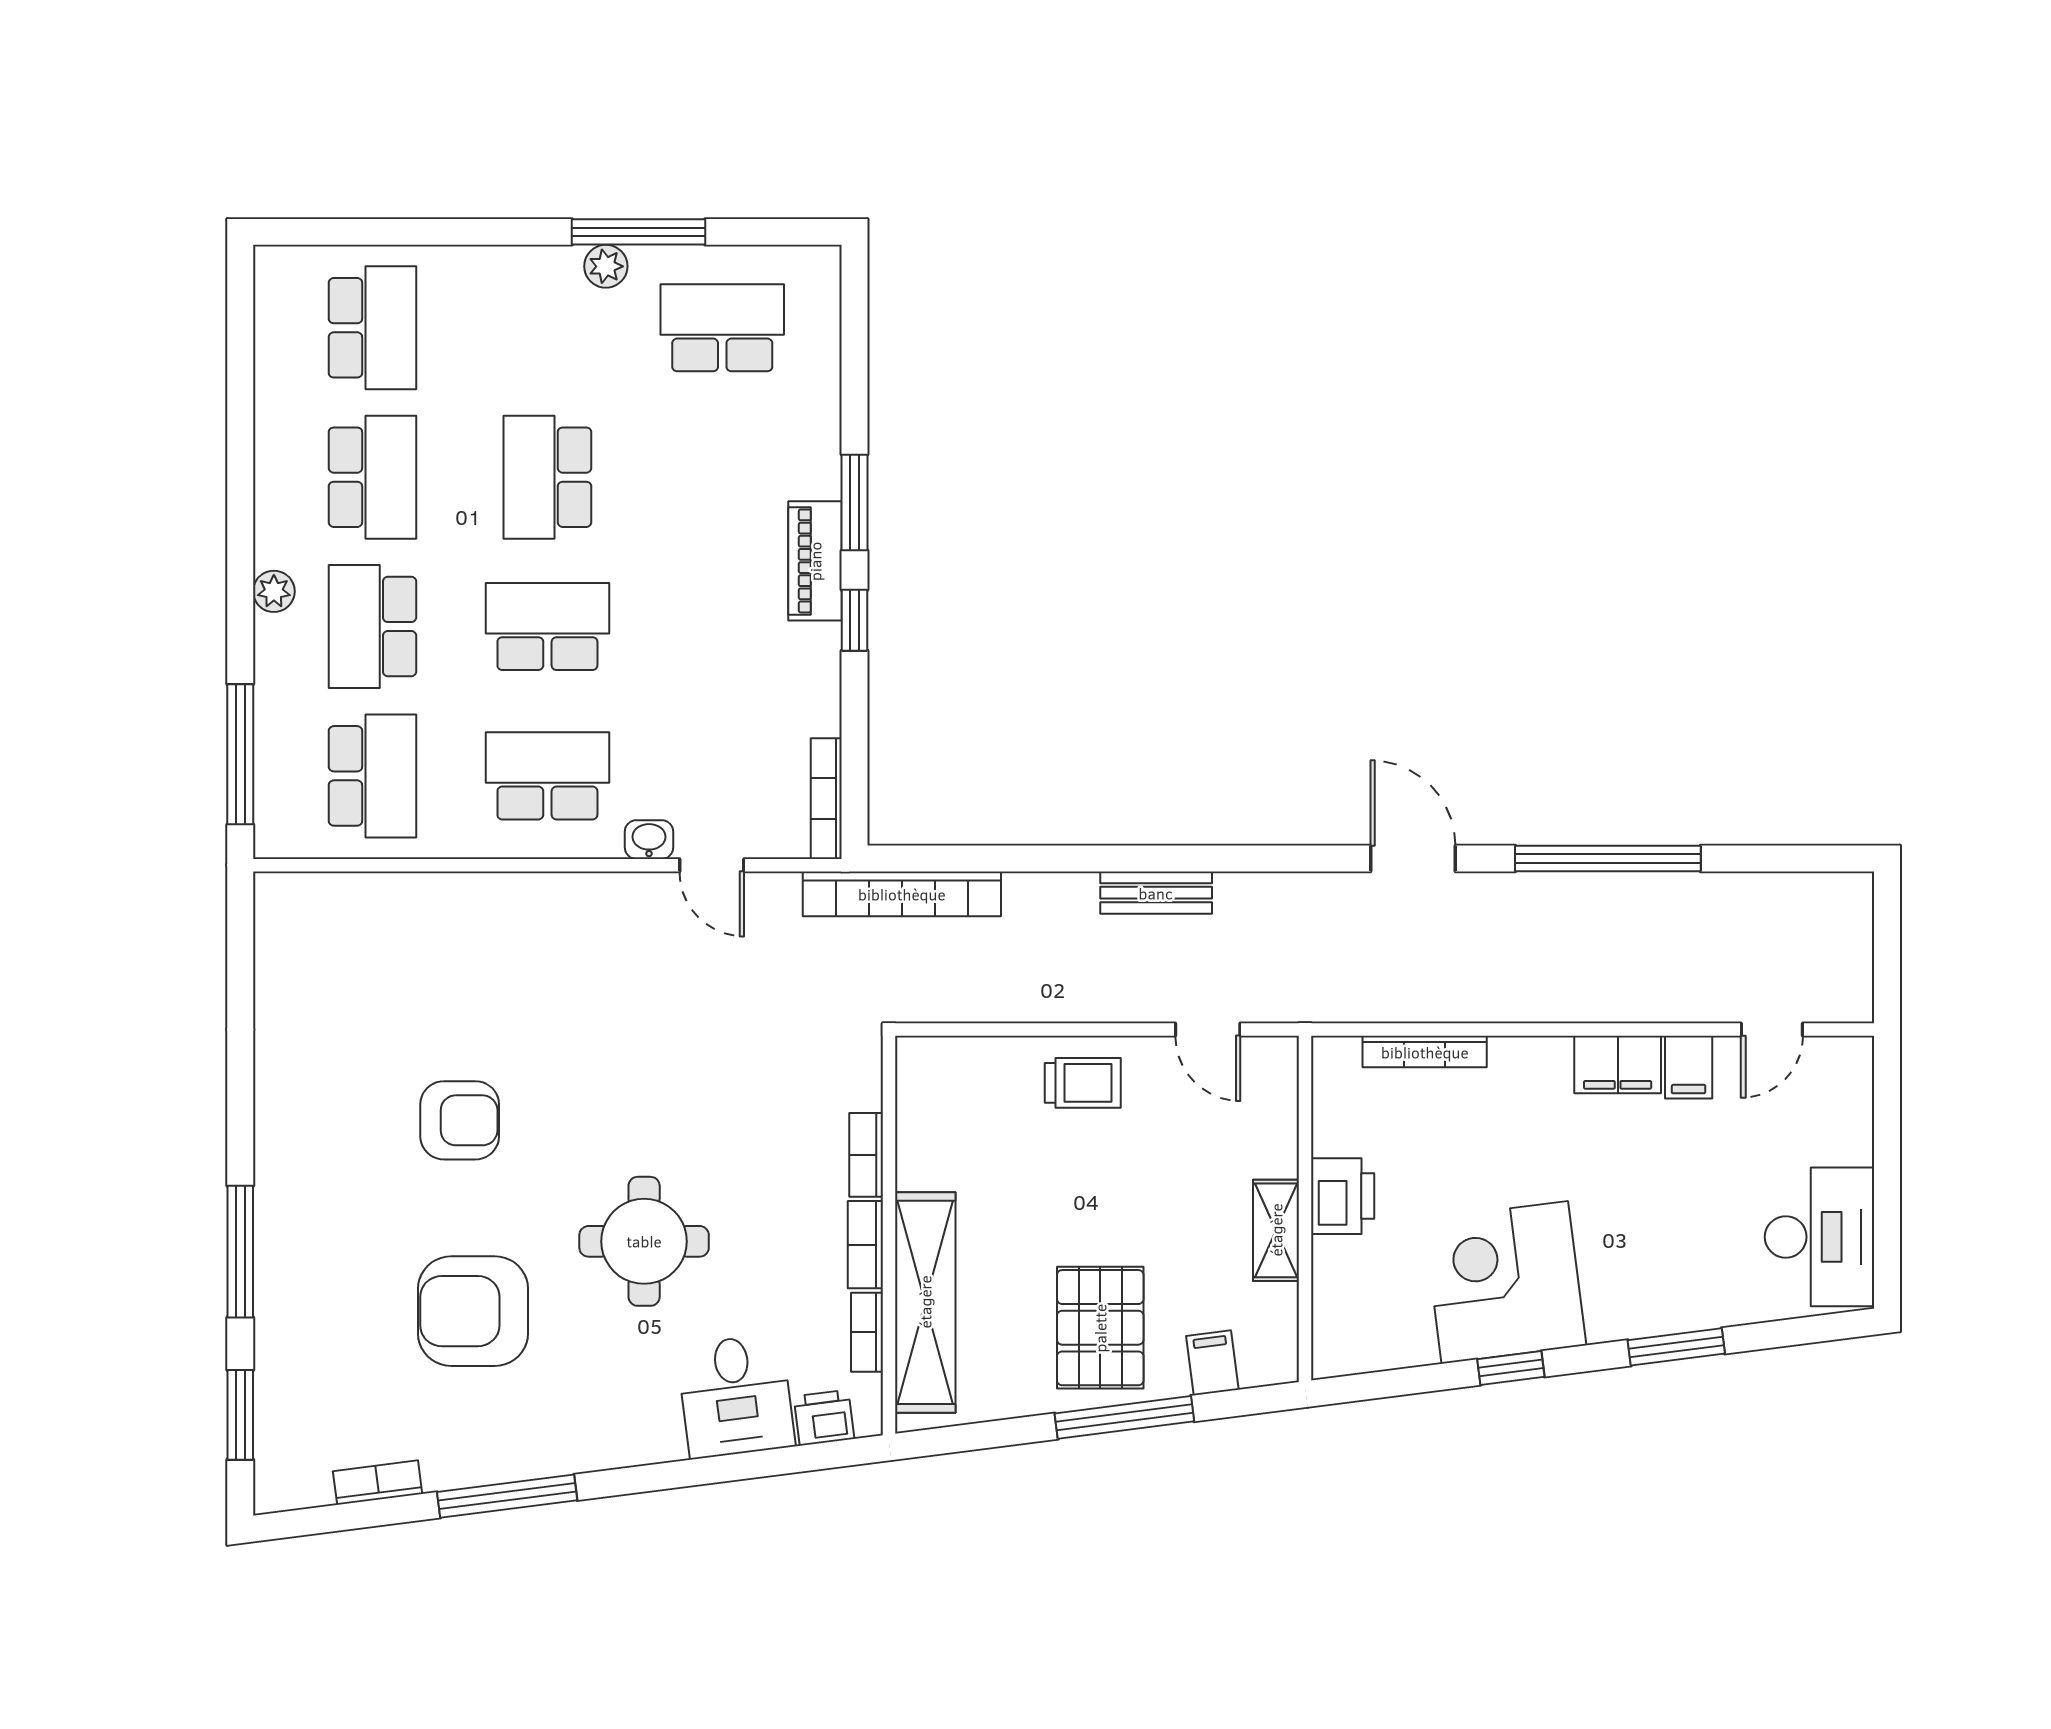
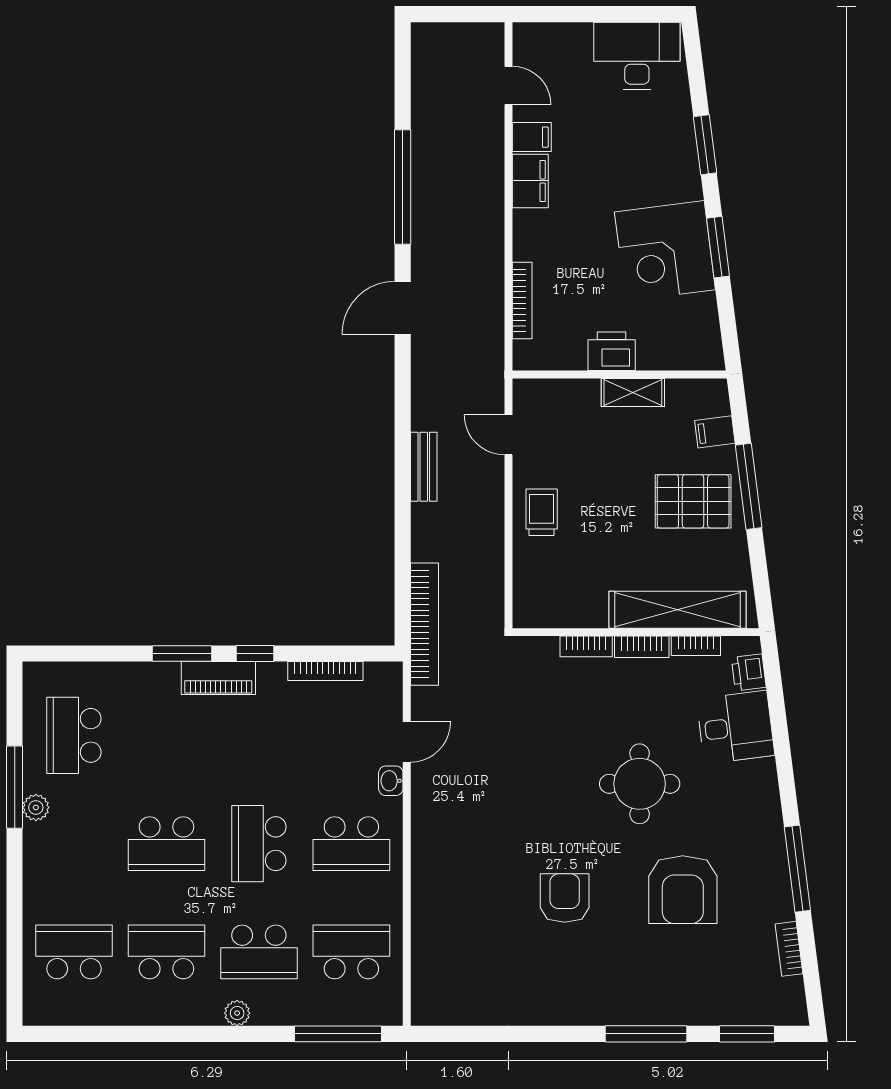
school desk: (547, 776) -> (351, 844), turned -90
bookcase: (826, 799) -> (325, 671), moved
door: (1208, 1030) -> (508, 435), swing flipped
window: (1511, 1368) -> (718, 247), width x1.50

